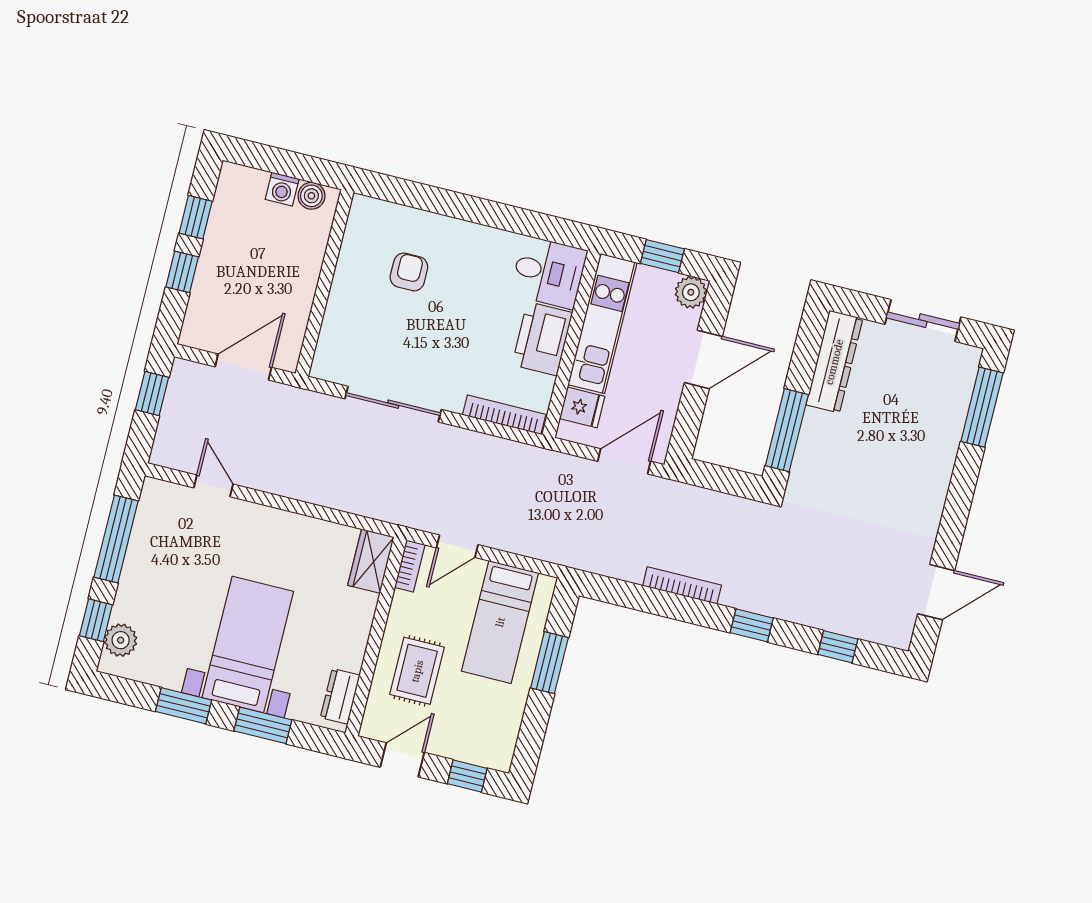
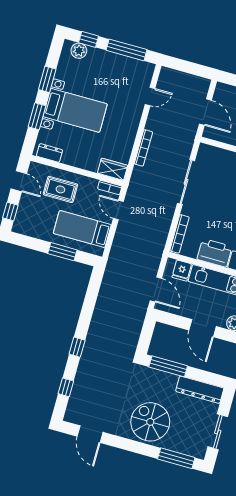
window: (152, 393) -> (194, 69), removed
spiral stairs: (906, 465) -> (150, 422), added
bookcase: (682, 585) -> (143, 148), moved

